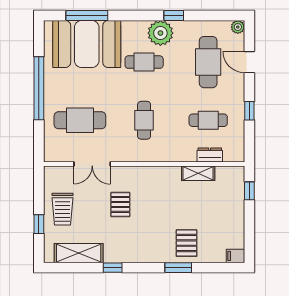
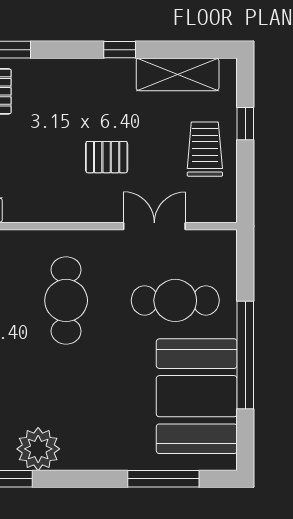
booth: (87, 44) -> (197, 396), moved, turned 90
cafe table: (144, 62) -> (66, 399), removed
cafe table: (144, 120) -> (66, 300), width x1.37, depth x1.35
pallet: (120, 204) -> (107, 157), turned 90

